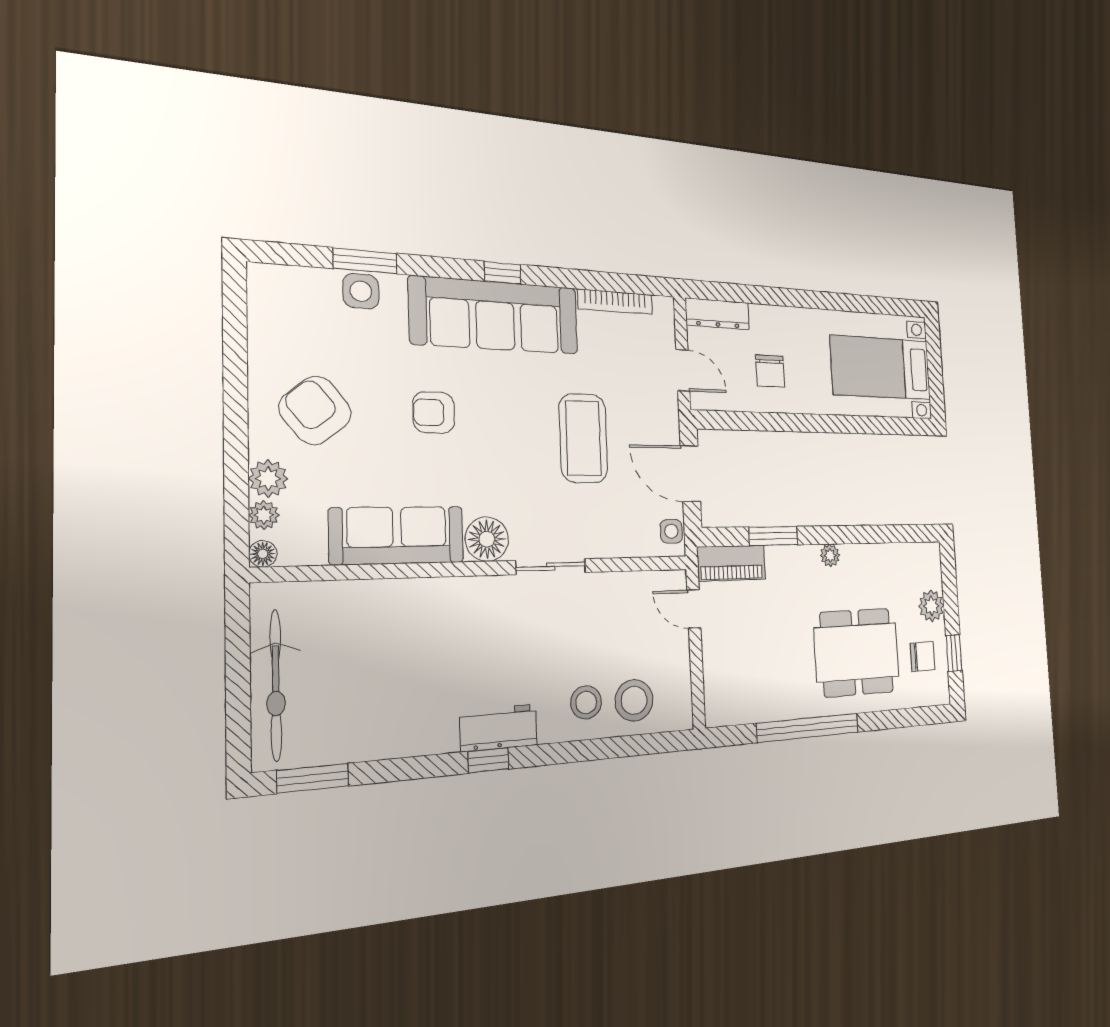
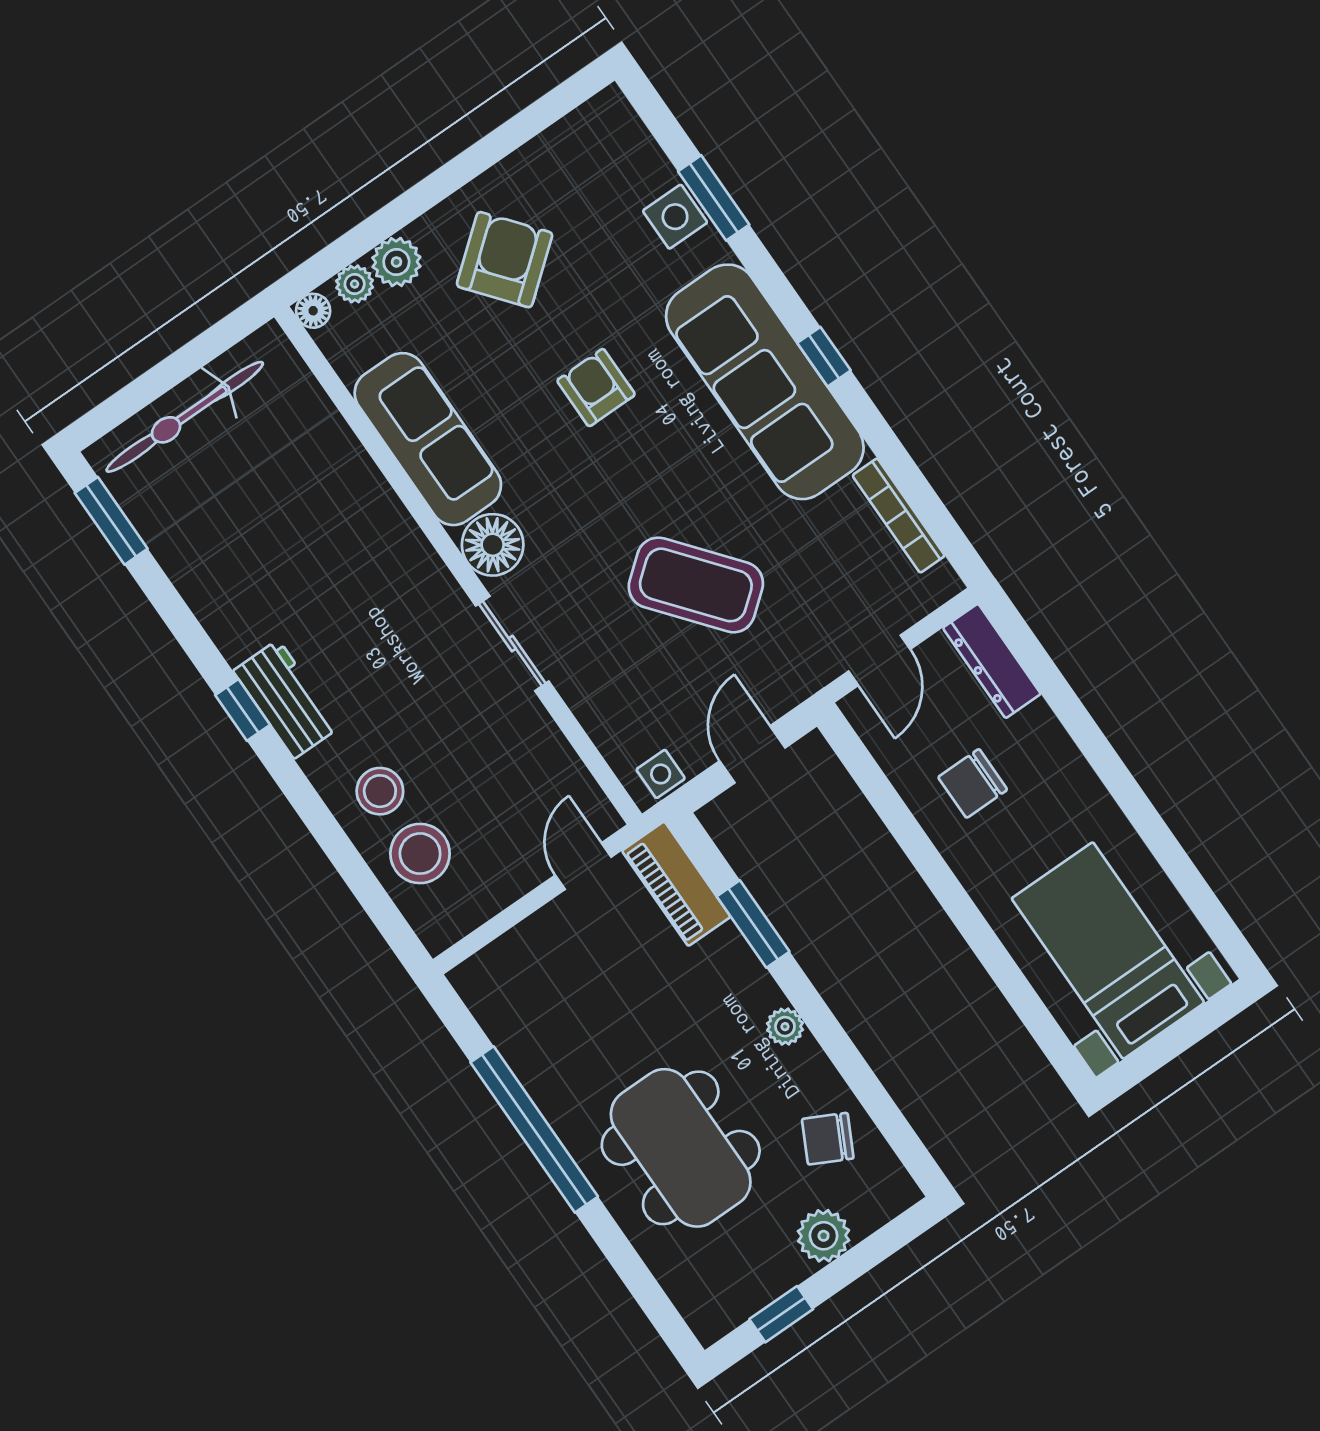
coffee table: (583, 438) -> (696, 585), turned 51
door: (690, 474) -> (752, 754), width x0.73
chair: (923, 656) -> (828, 1139), moved, turned 117

